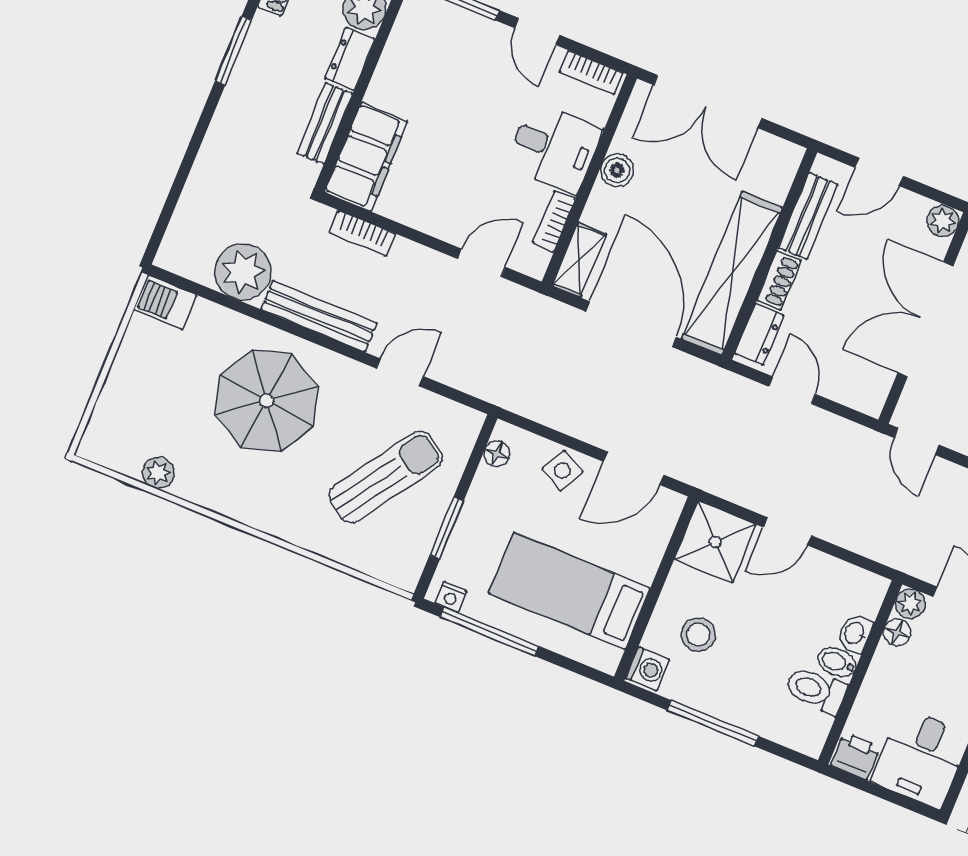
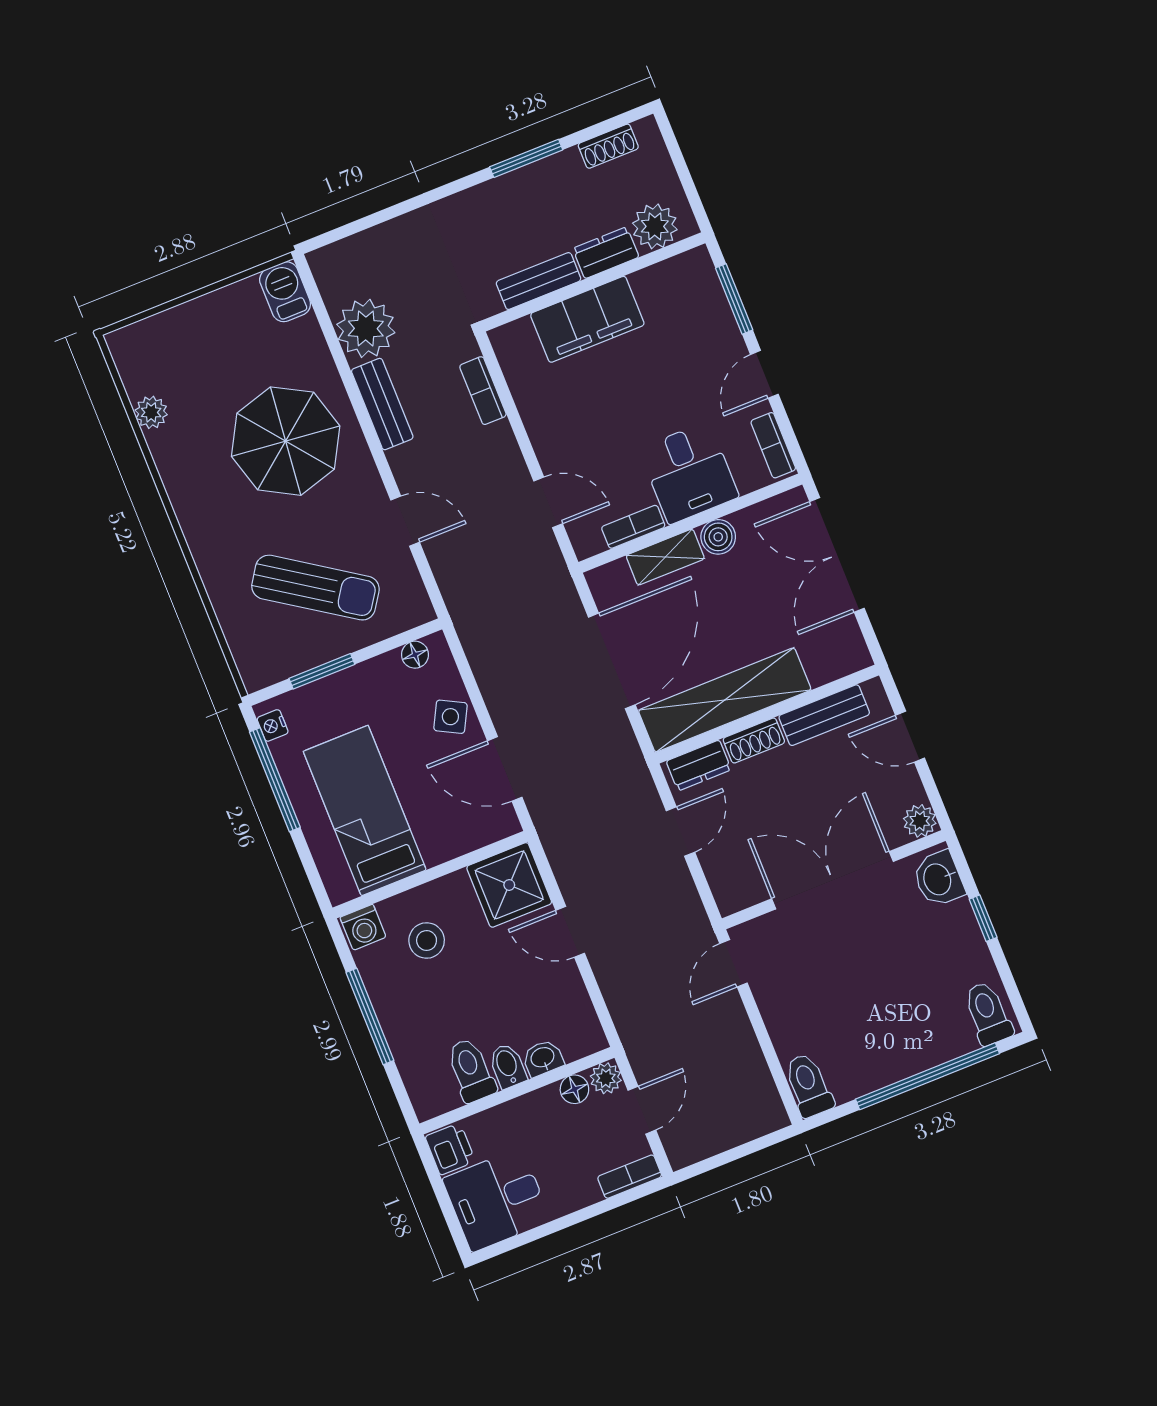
filing cabinet: (366, 157) -> (587, 319), moved
shelving: (579, 260) -> (665, 557), moved
bench: (319, 316) -> (382, 404), width x0.73

